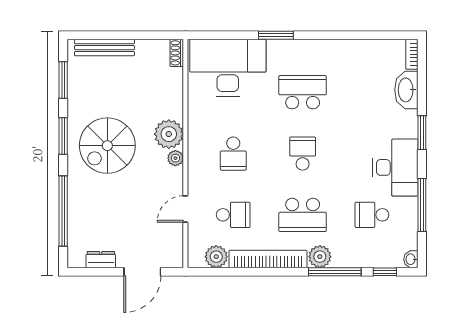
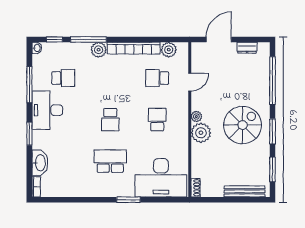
school desk: (303, 92) -> (110, 161), turned 180
school desk: (303, 215) -> (110, 78), removed

